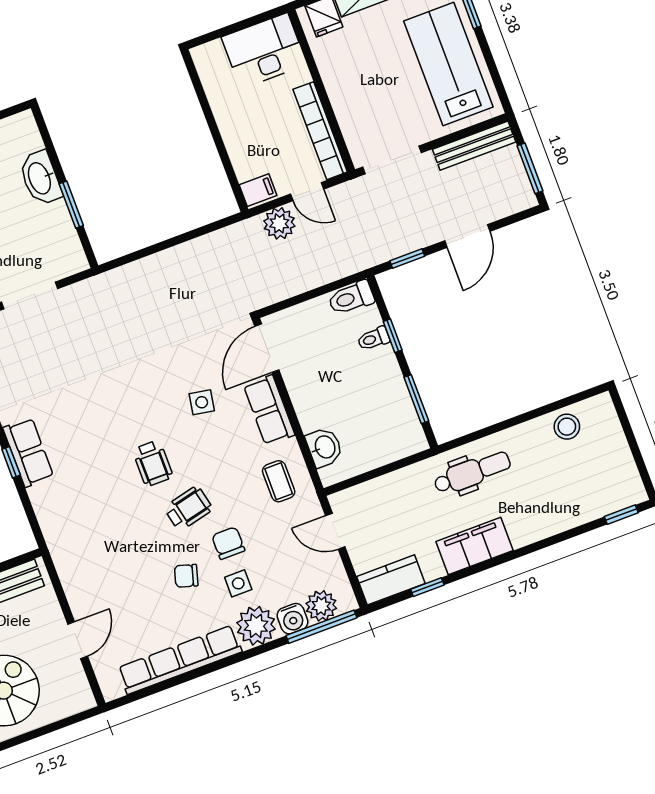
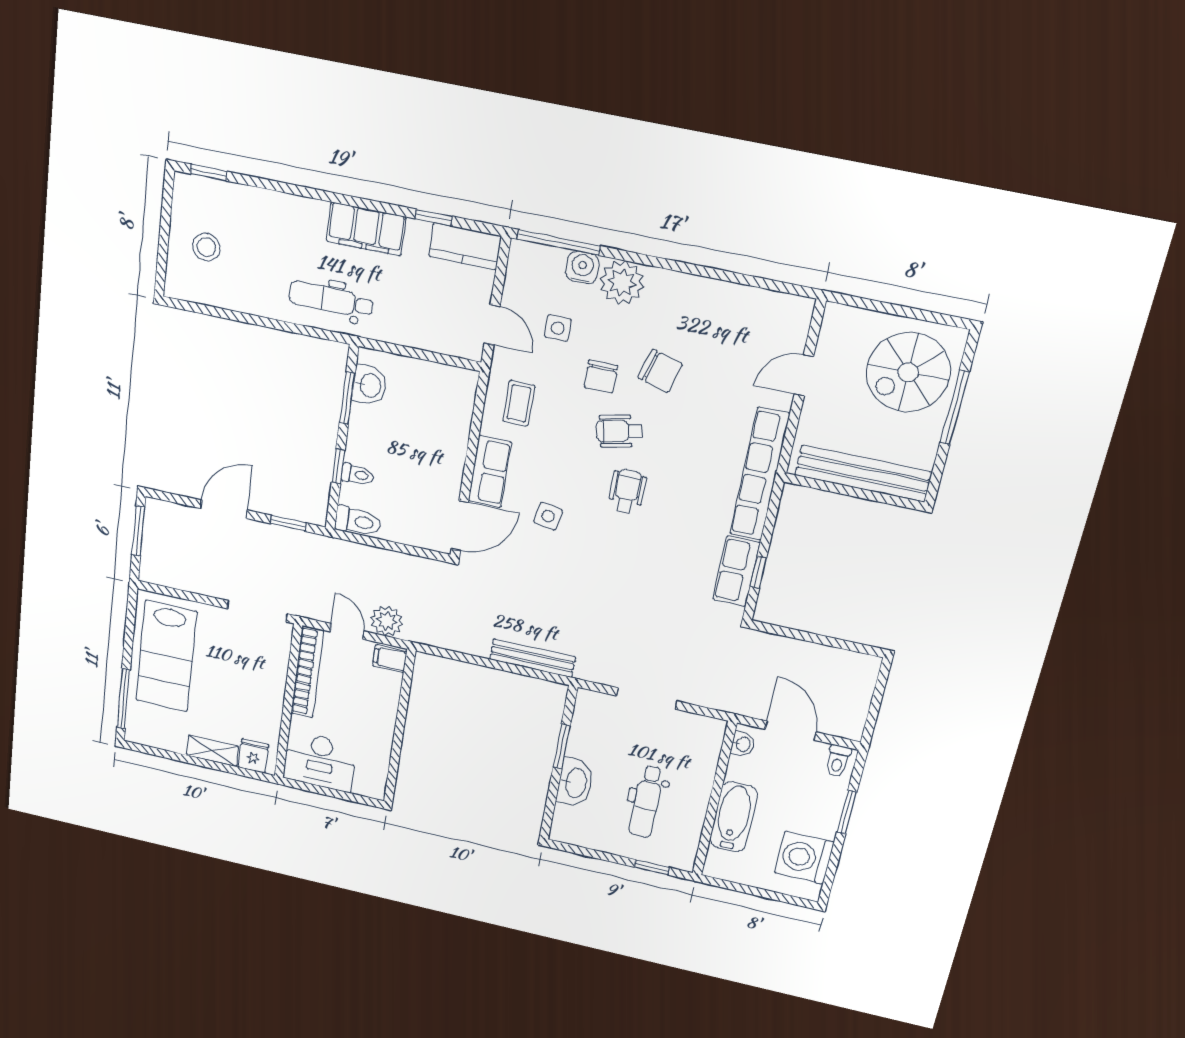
bench: (474, 146) -> (533, 658), moved
stool: (567, 427) -> (206, 247), moved
washbasin: (324, 447) -> (370, 385), moved, turned 180
chair: (186, 576) -> (660, 371), width x1.37, depth x1.37
side table: (238, 583) -> (558, 328), moved
plant: (321, 606) -> (547, 263), removed
row of seats: (180, 660) -> (759, 474), moved, turned 90

